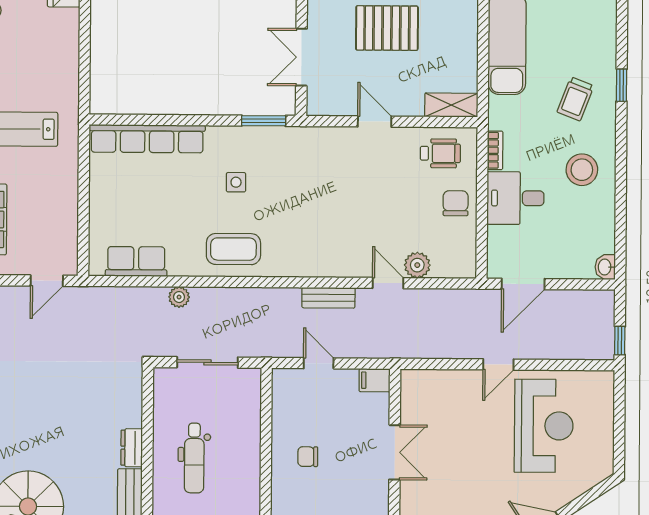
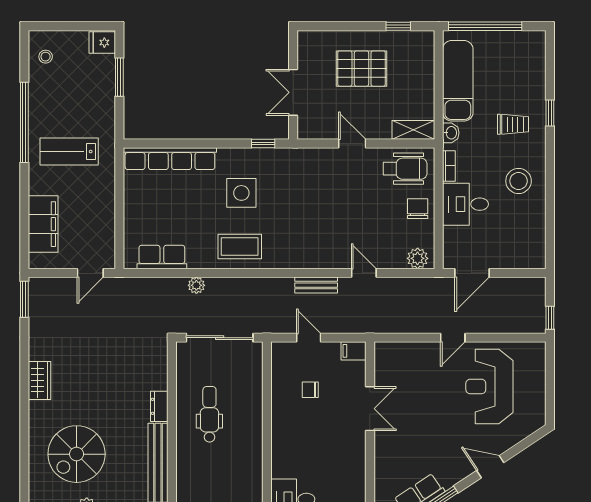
window: (85, 37) -> (119, 77), added
trolley: (575, 99) -> (513, 124), turned -111
window: (264, 121) -> (263, 144), width x0.67
wheelchair: (440, 153) -> (405, 169), width x1.36, depth x1.37
side table: (236, 182) -> (241, 193), width x1.87, depth x1.87
plant: (417, 265) -> (418, 258), moved
washbasin: (605, 267) -> (451, 133), moved, turned 180
sliding door: (207, 362) -> (220, 338), width x1.37
reception desk: (544, 426) -> (489, 386), turned 180
chair: (308, 457) -> (310, 390), moved
dental chair: (194, 458) -> (209, 414), turned 180

